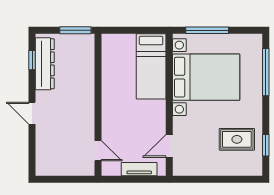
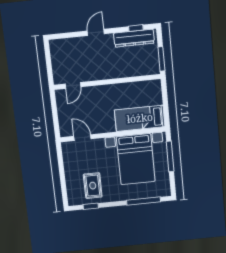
tv unit: (139, 169) -> (63, 117), removed

